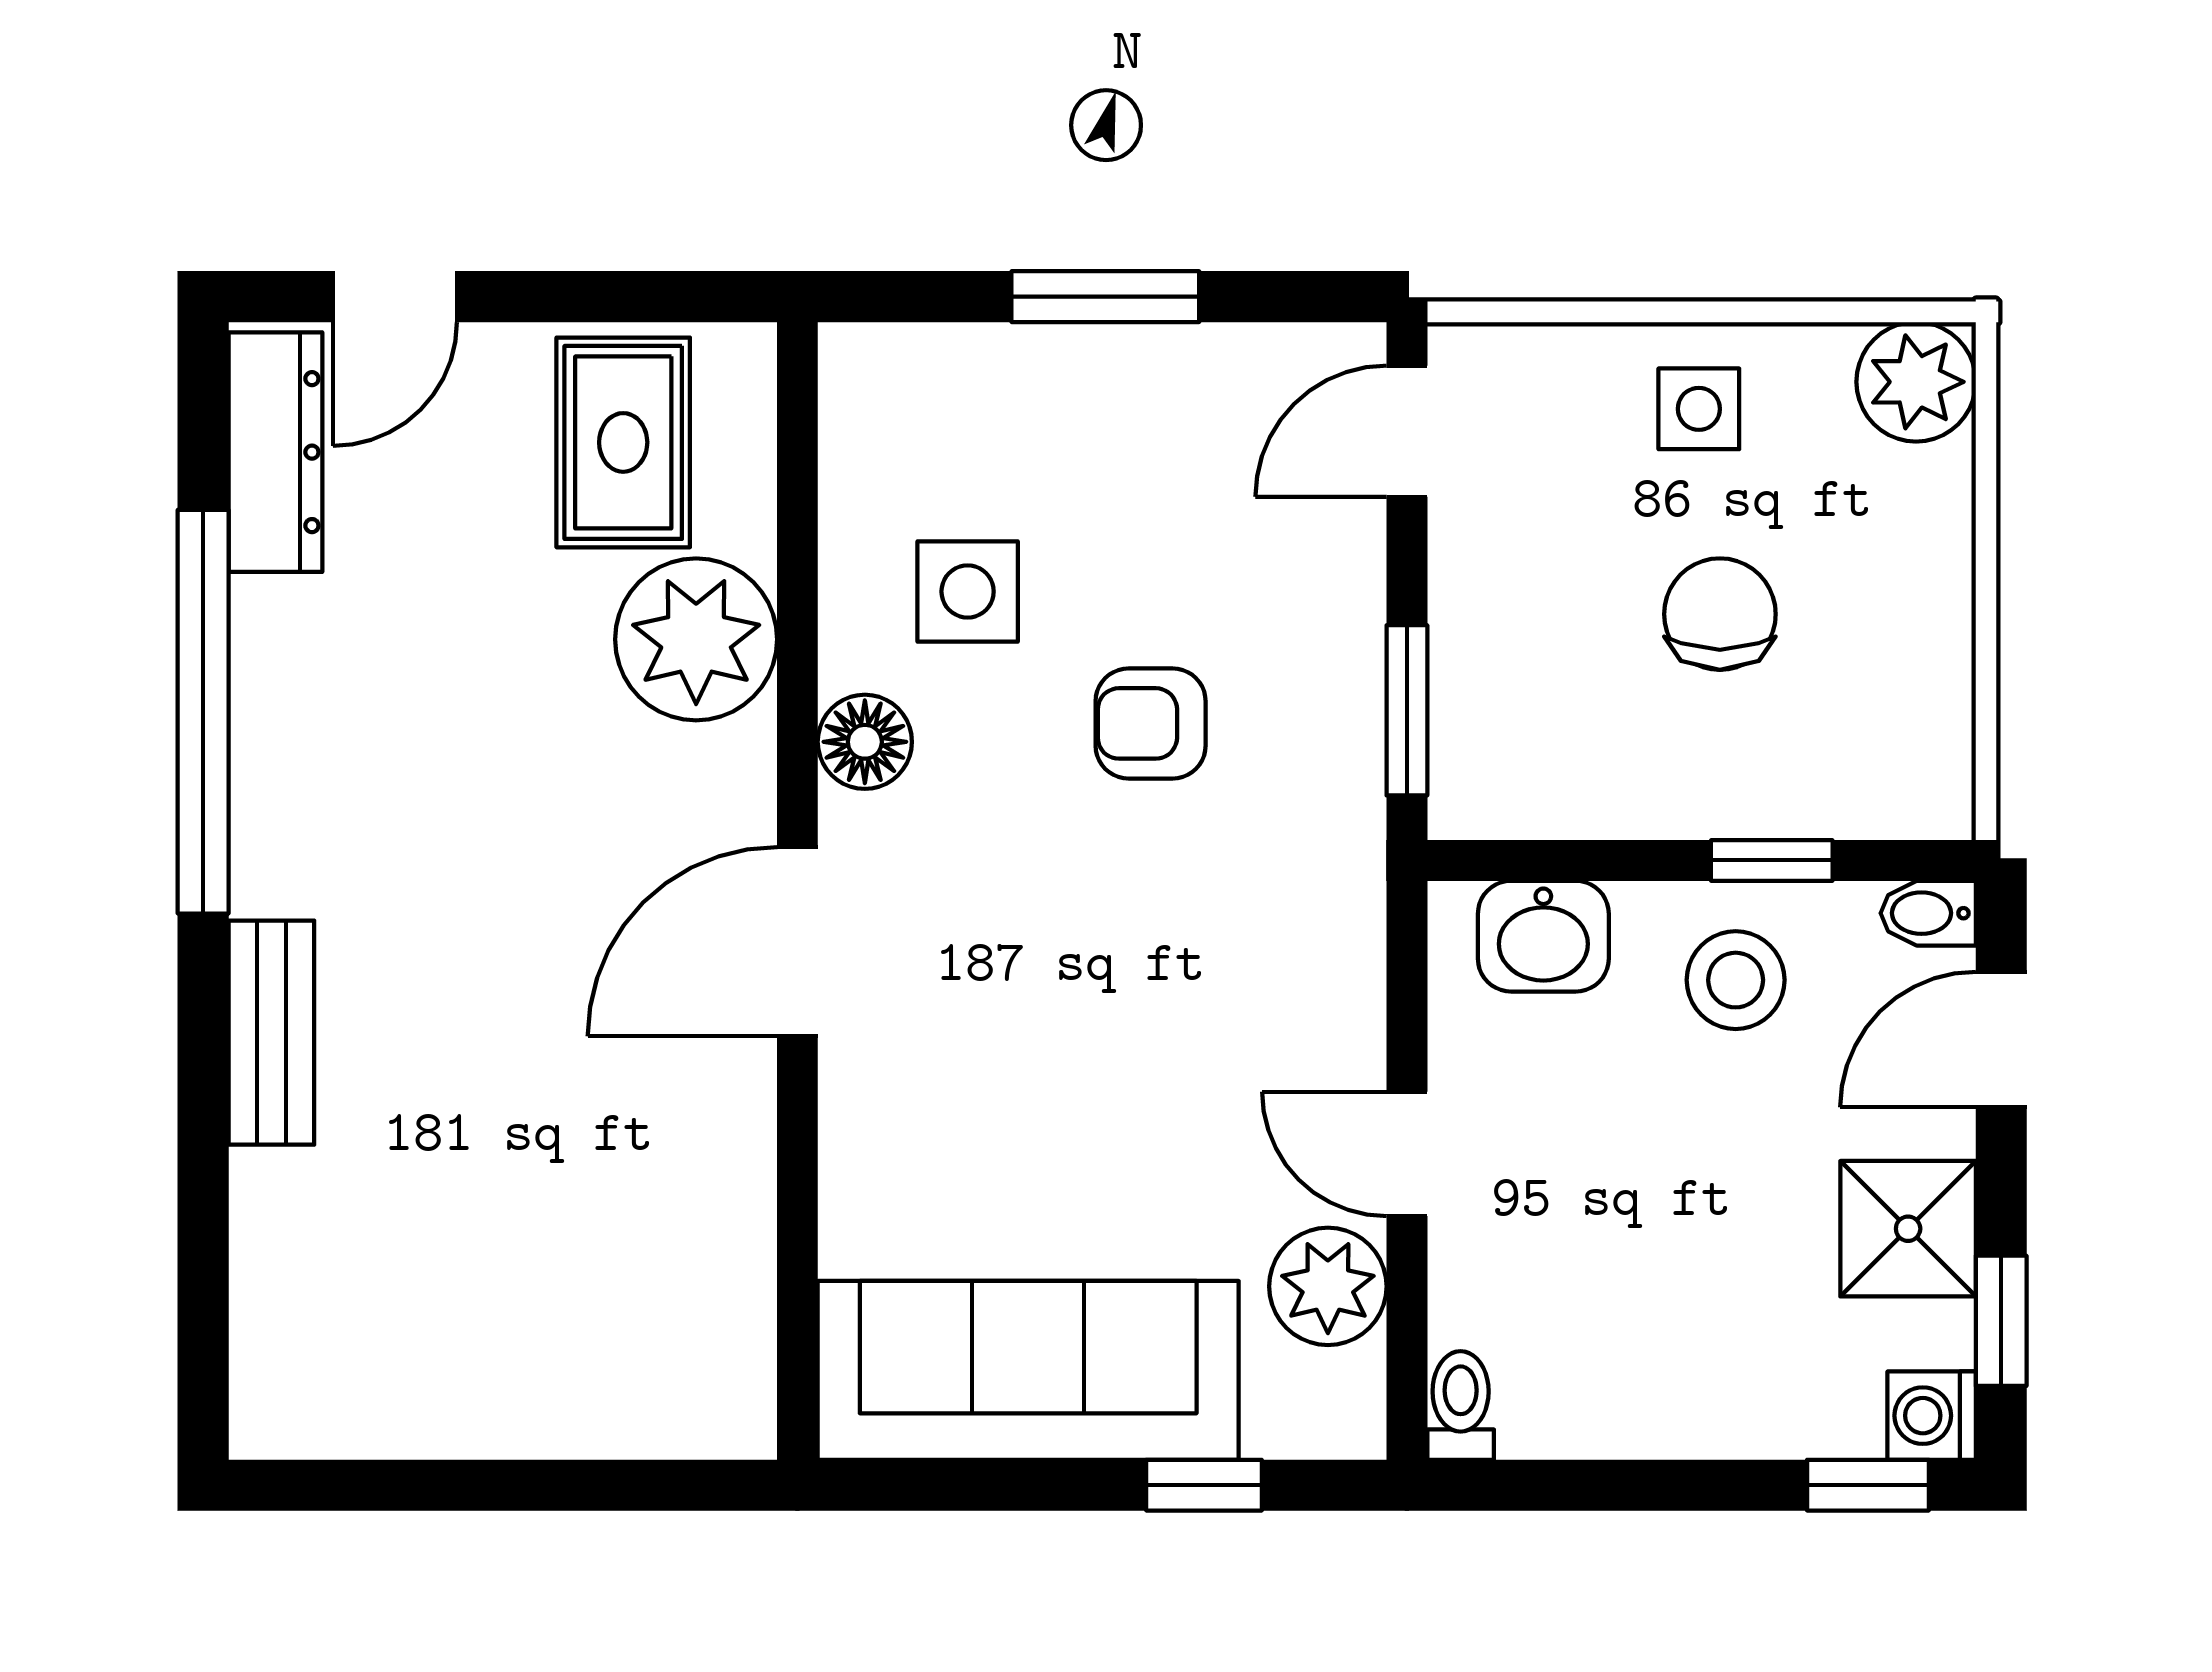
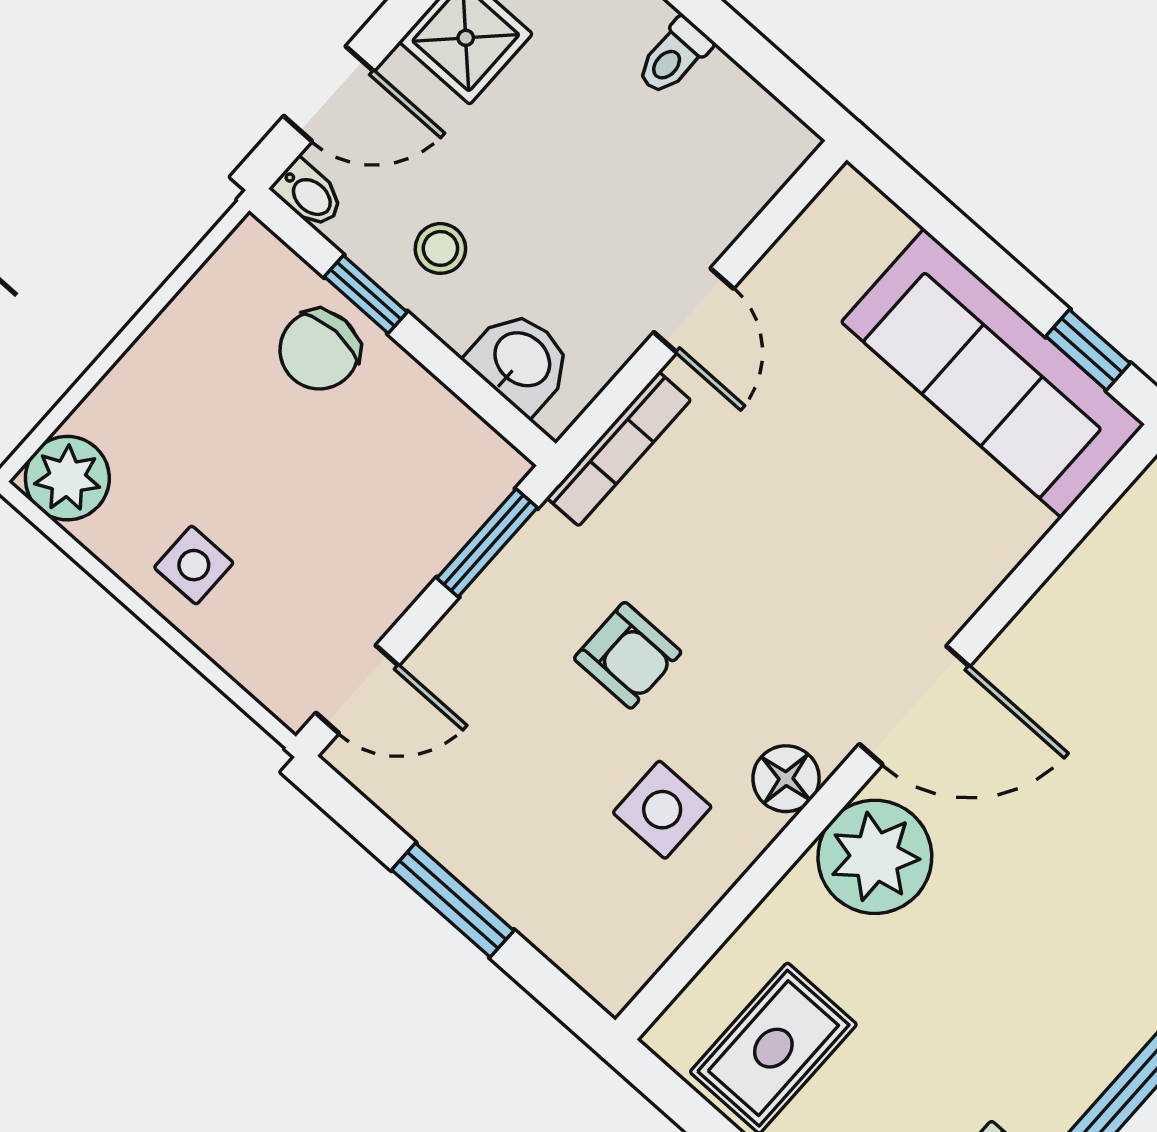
chair: (1720, 614) -> (319, 350), moved
plant: (696, 639) -> (875, 857), moved
bookcase: (1356, 935) -> (619, 449), added
stool: (1736, 980) -> (440, 248), width x0.73, depth x0.73
plant: (1328, 1286) -> (797, 278), removed
toilet: (1461, 1406) -> (674, 57), moved
window: (1204, 1485) -> (1088, 350), moved

